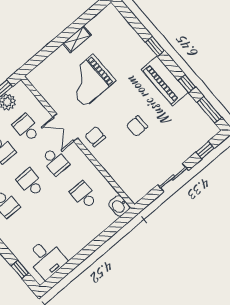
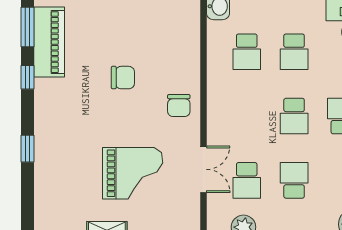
piano: (165, 81) -> (49, 42), moved
double door: (65, 128) -> (203, 169), moved
school desk: (55, 161) -> (294, 52), moved, turned 180

